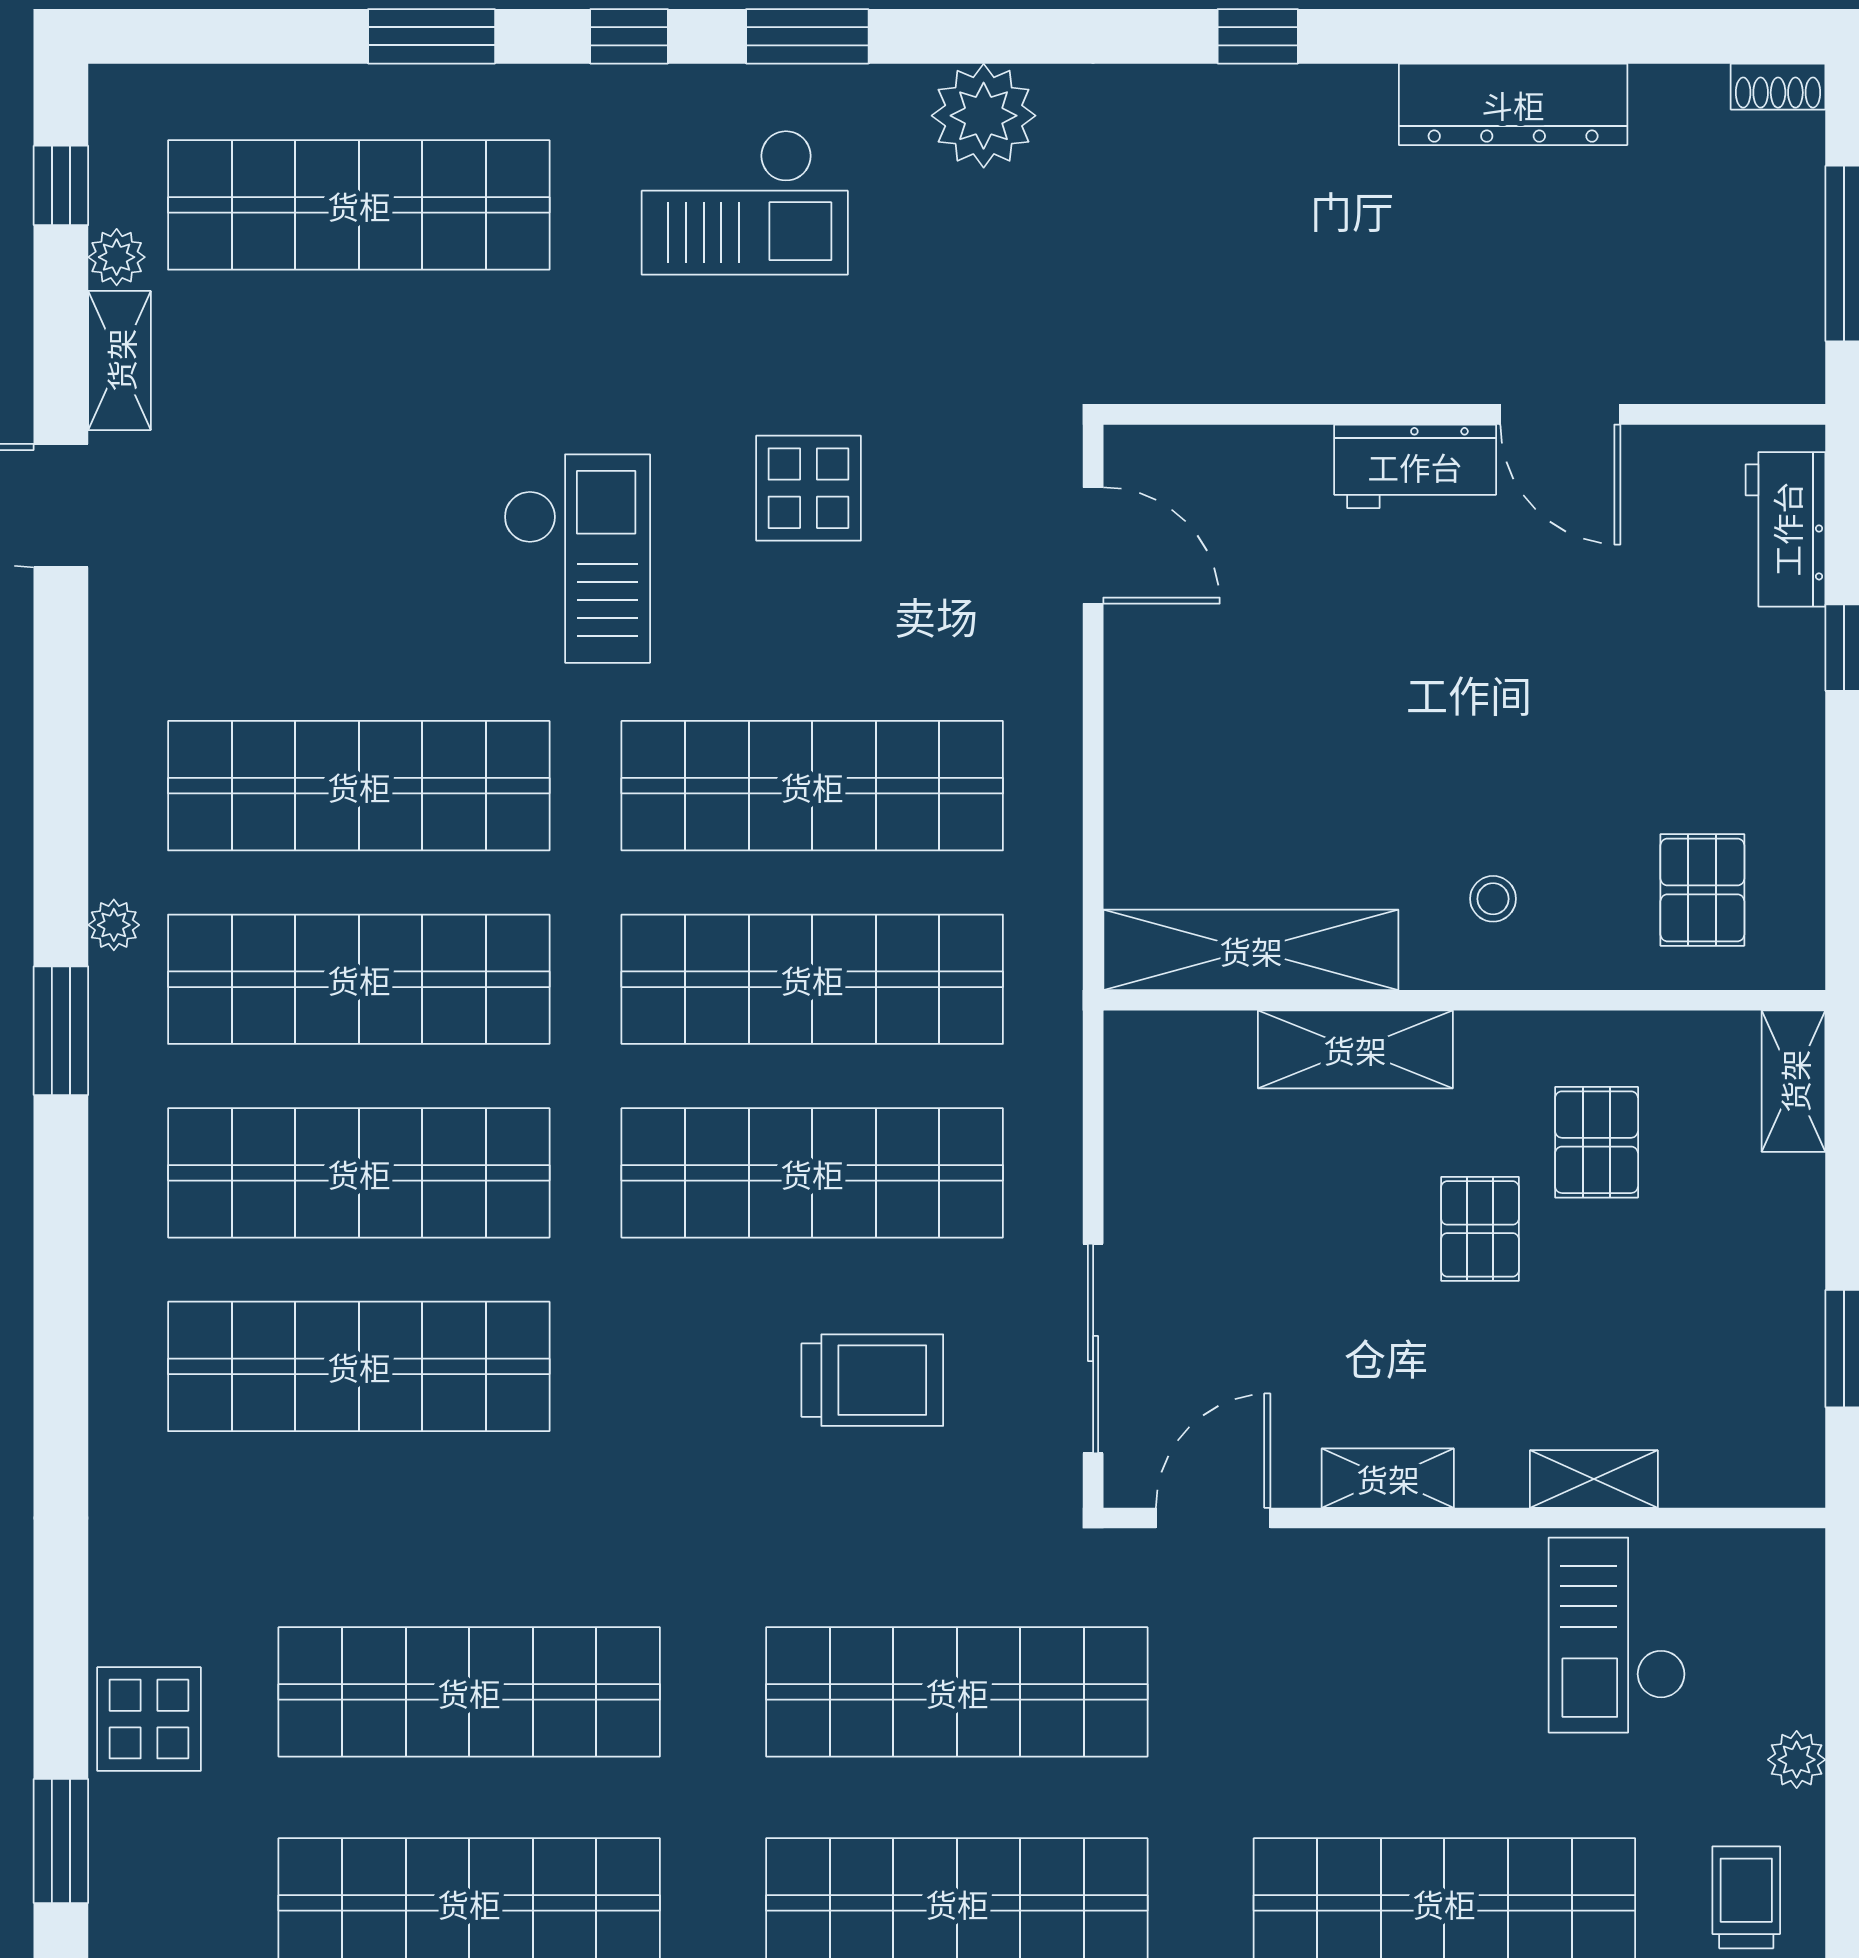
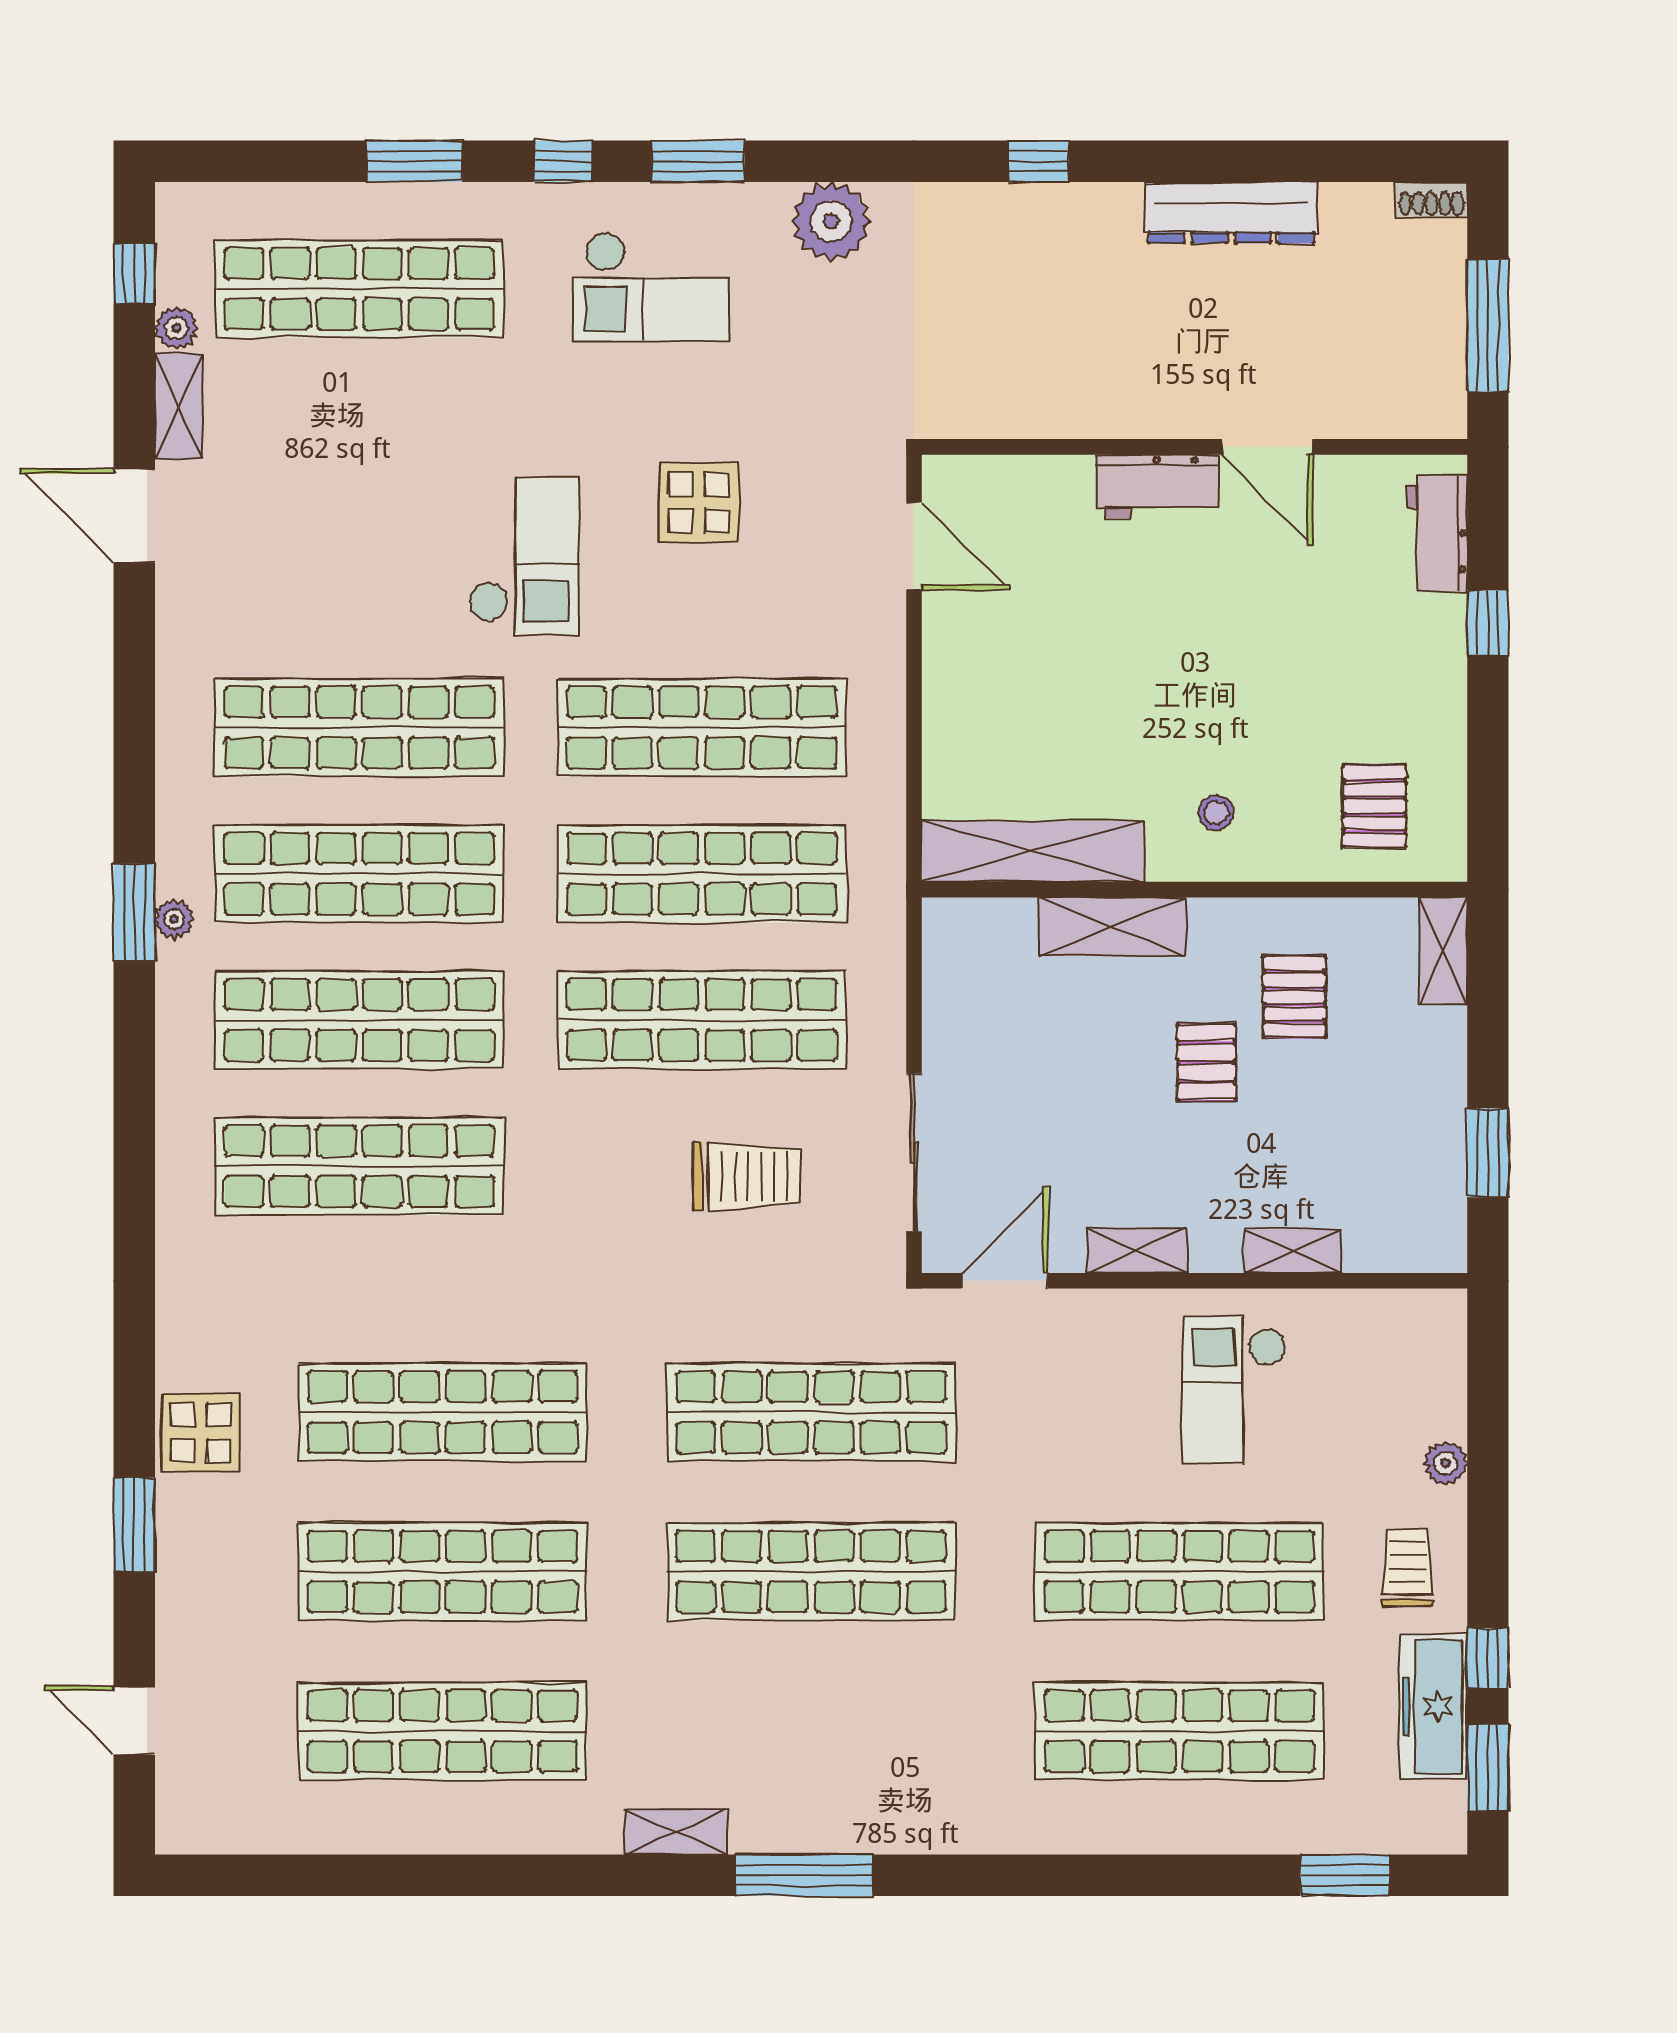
plant: (114, 925) -> (174, 919), moved
checkout: (1617, 1635) -> (1234, 1390), moved

